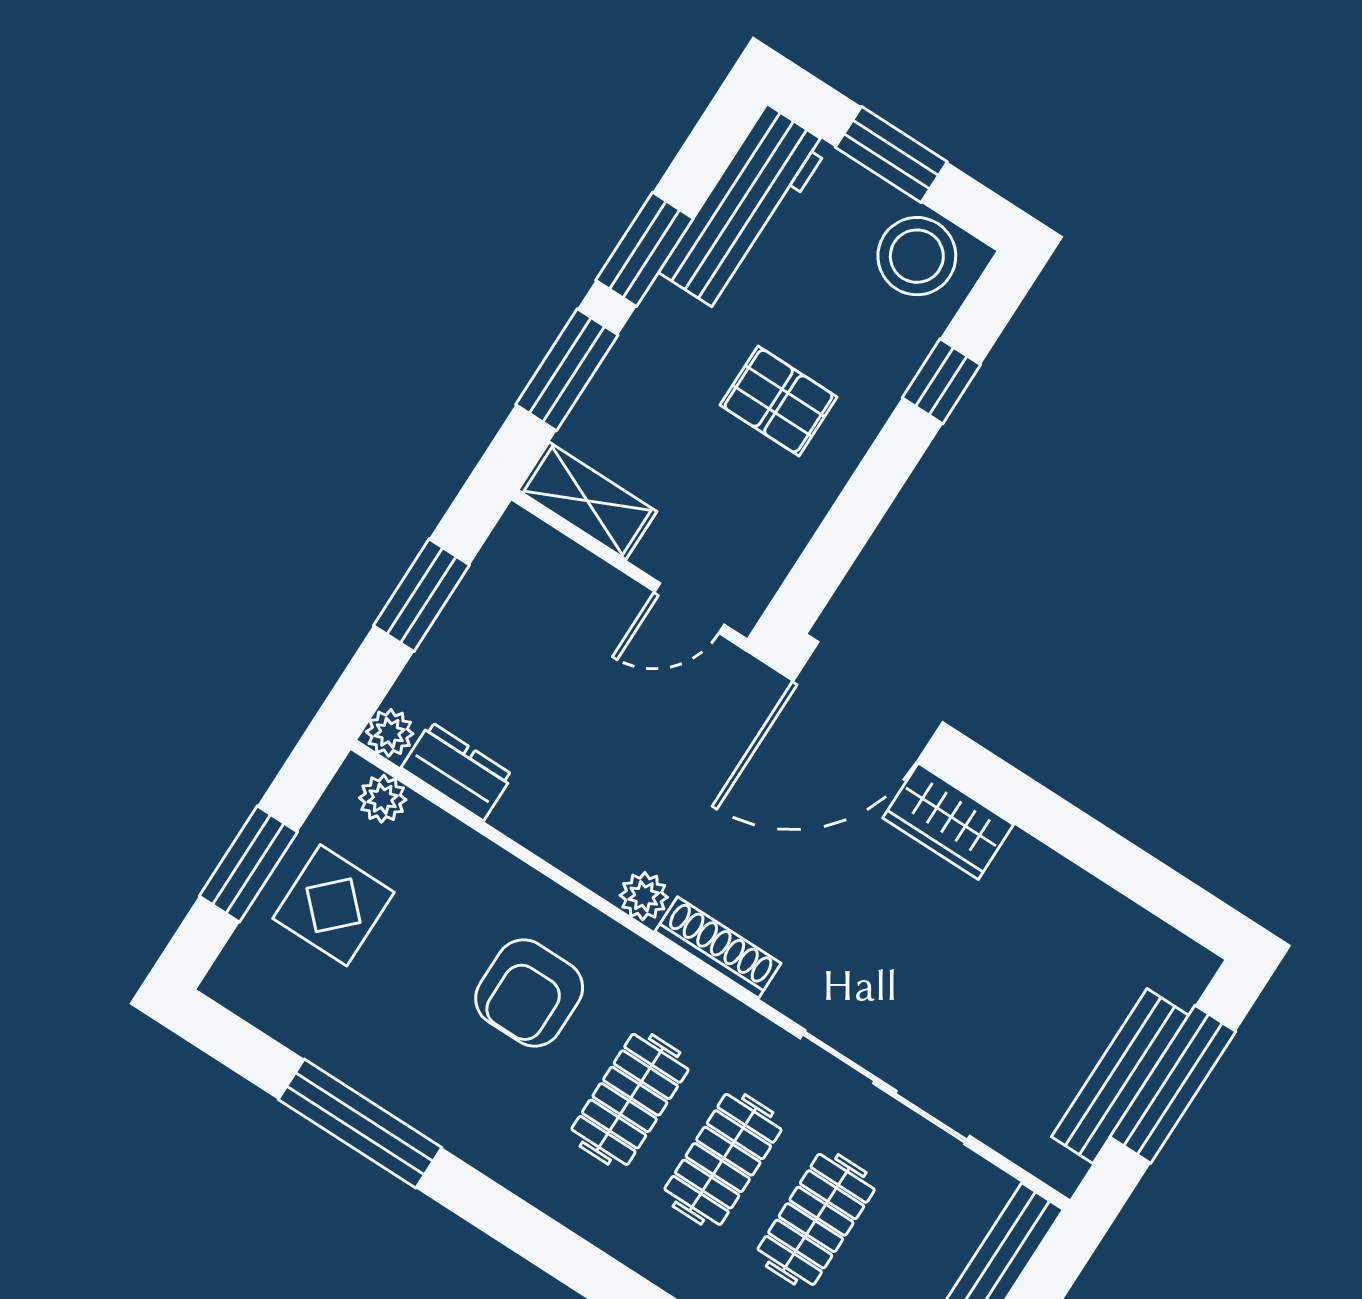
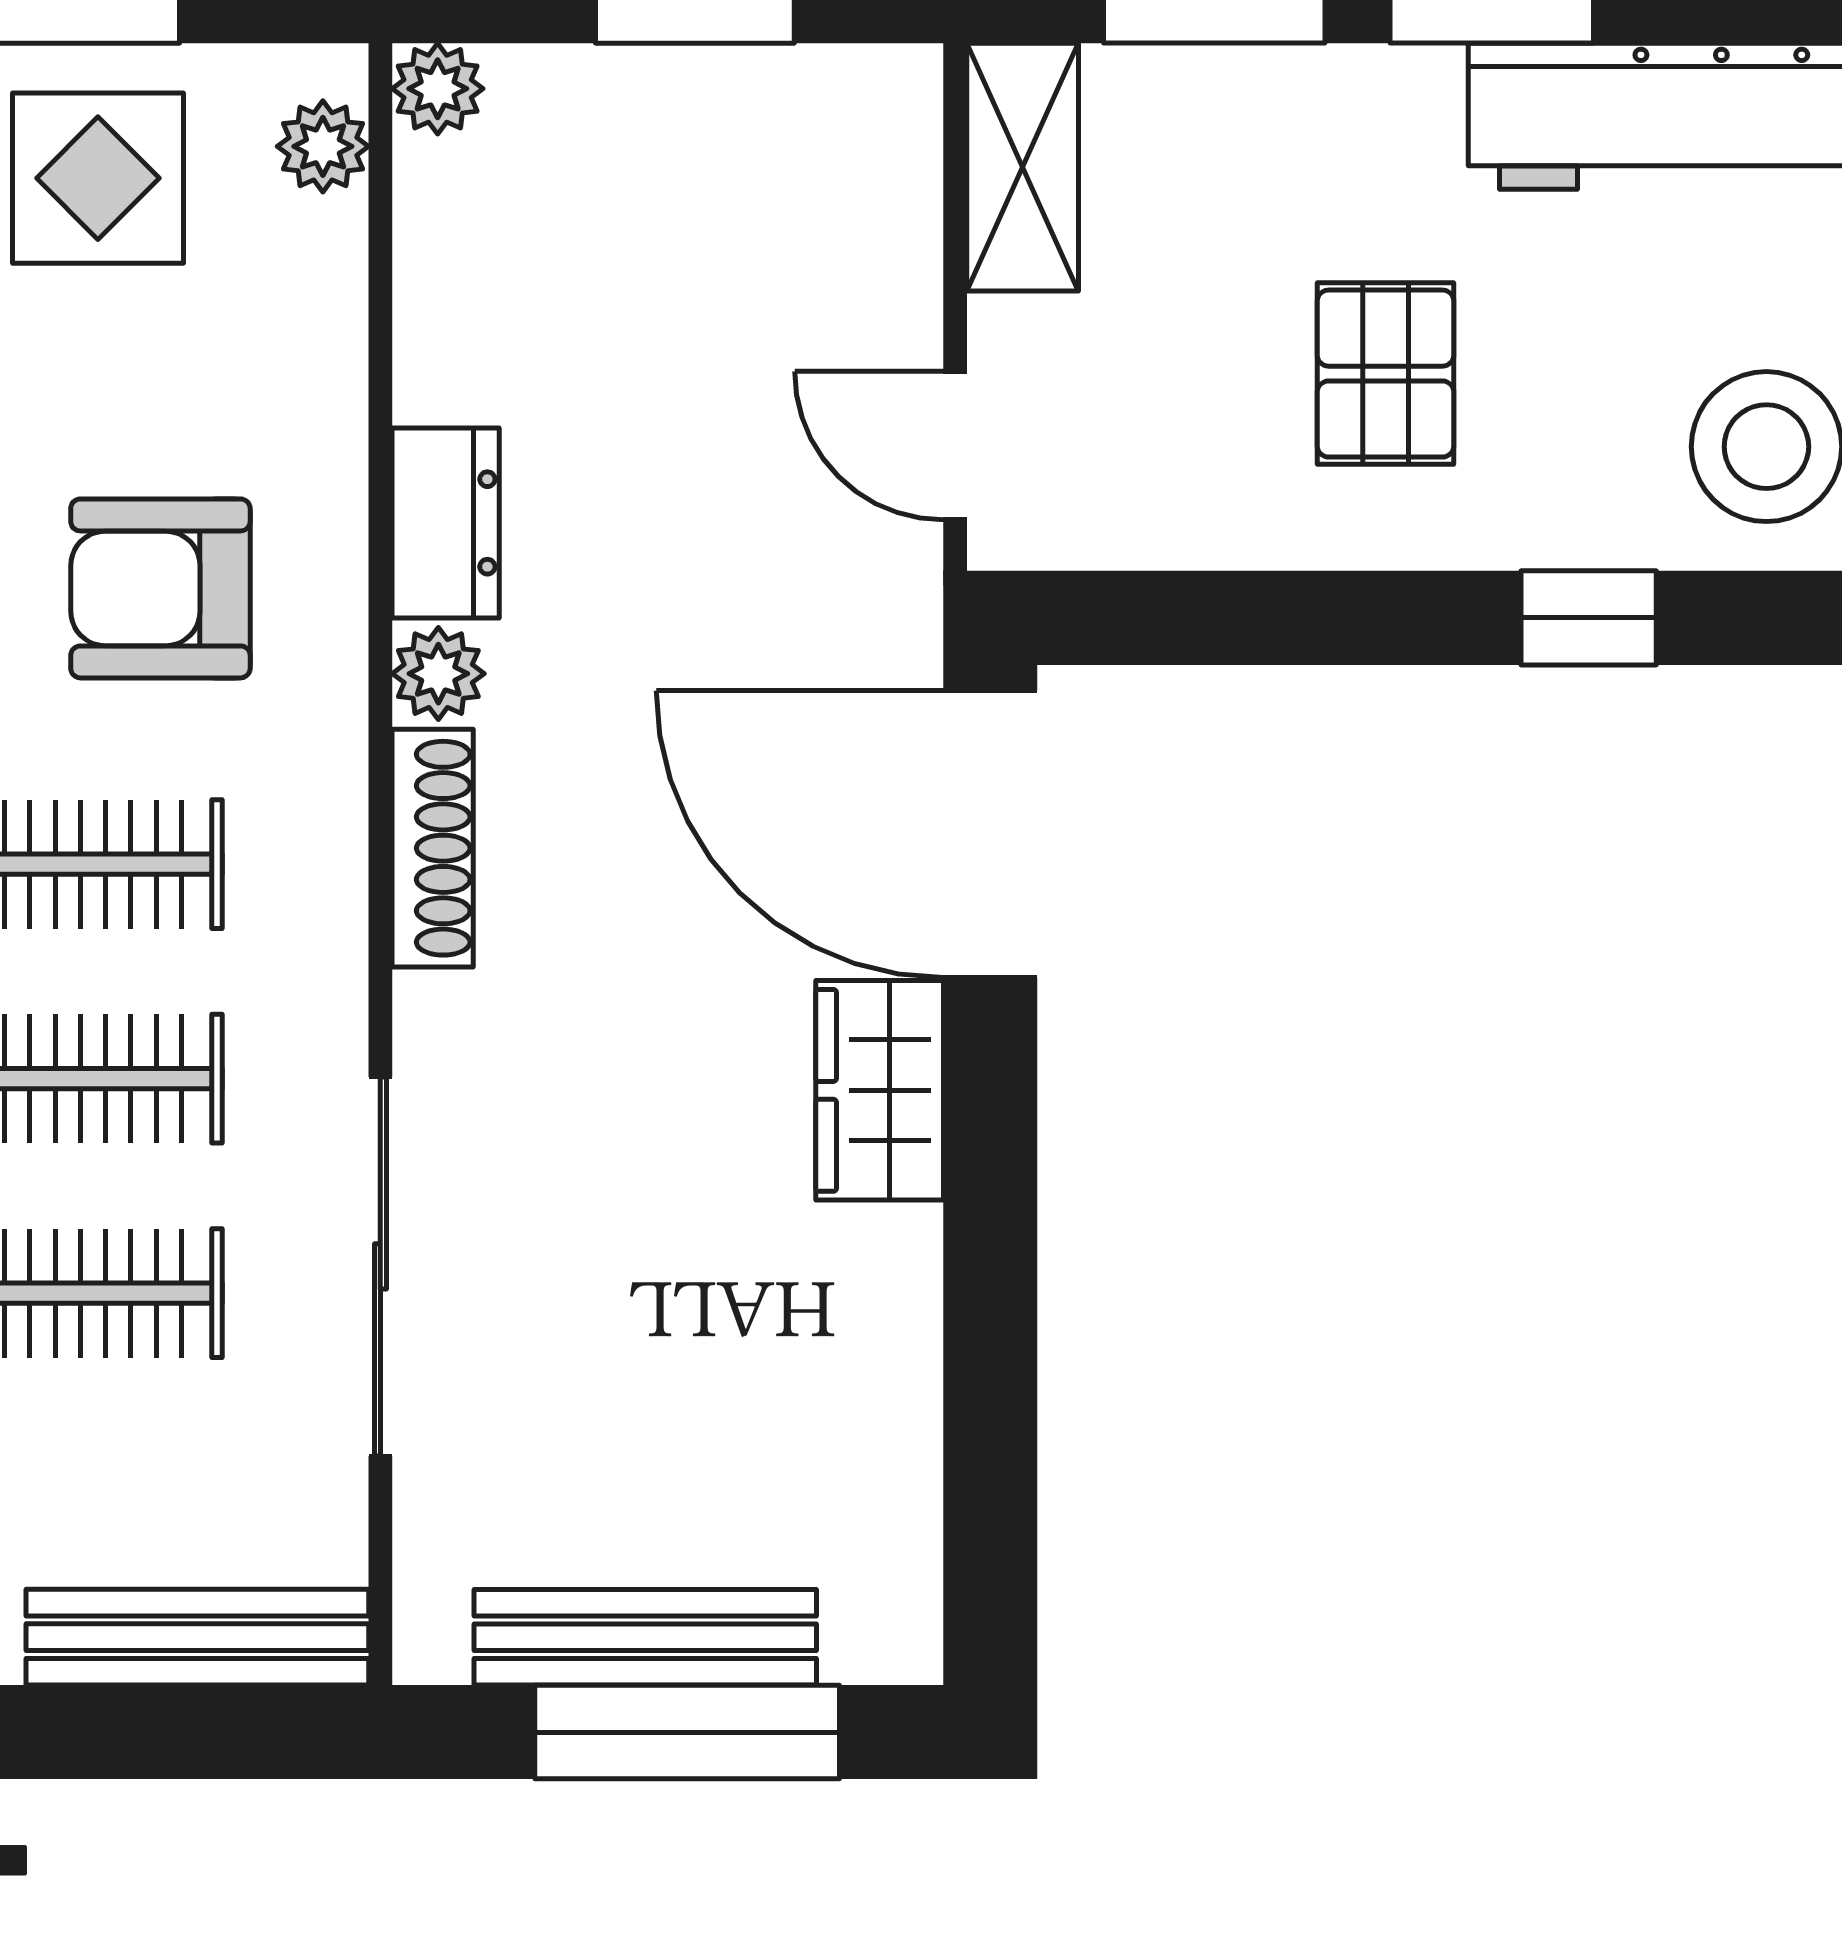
dresser: (457, 771) -> (446, 523), moved

